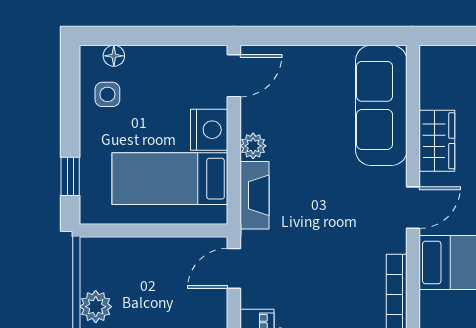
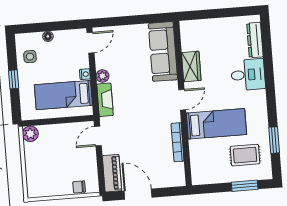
floor lamp: (114, 56) -> (48, 36), moved
nightstand: (209, 130) -> (85, 74), width x0.53, depth x0.56
window: (70, 176) -> (14, 79), moved
plant: (96, 307) -> (30, 134), moved

